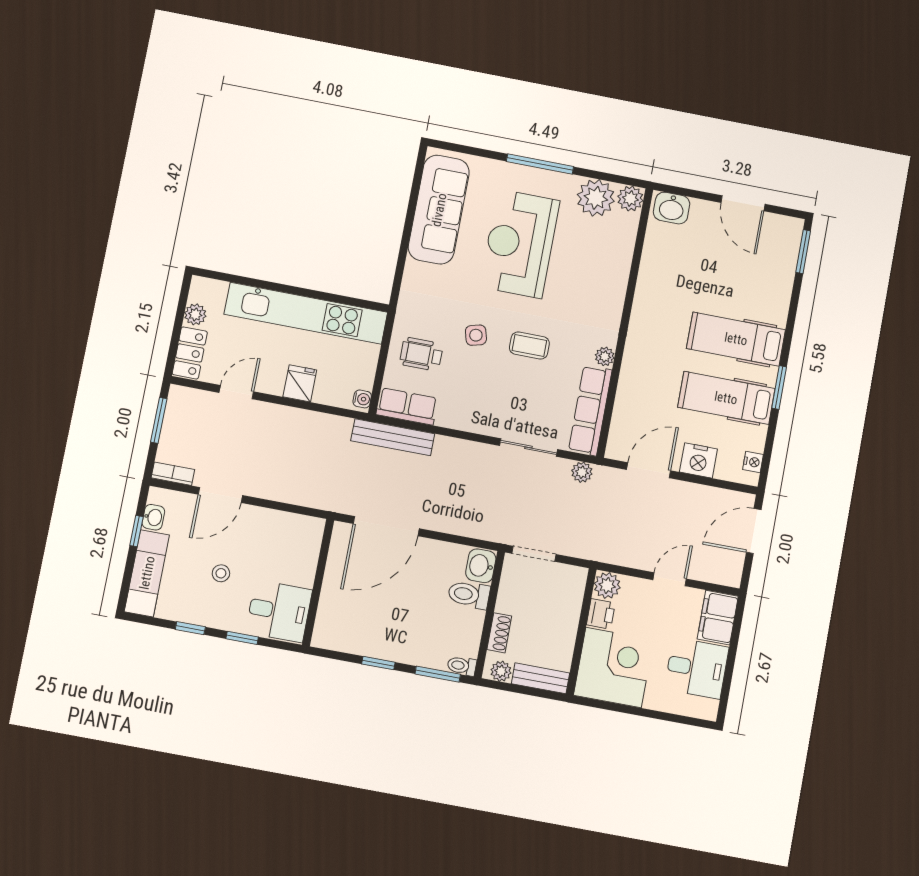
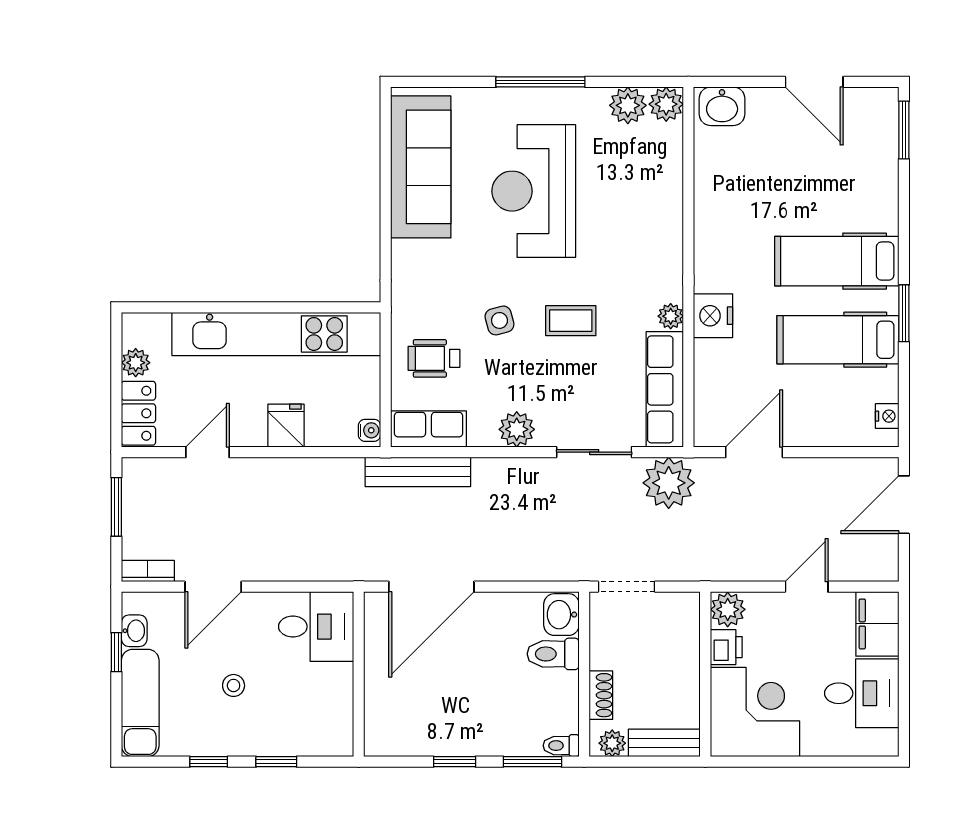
plant: (596, 198) -> (628, 105), width x0.73, depth x0.73
plant: (473, 419) -> (517, 429), added
nightstand: (698, 460) -> (713, 316), moved, turned 90
plant: (582, 472) -> (669, 483), width x1.88, depth x1.88
desk: (279, 611) -> (316, 627), moved

